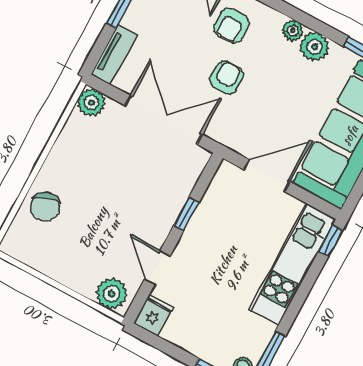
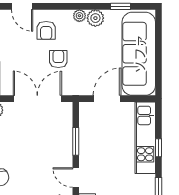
window: (186, 214) -> (76, 141), width x1.50
window: (331, 241) -> (158, 148), moved

